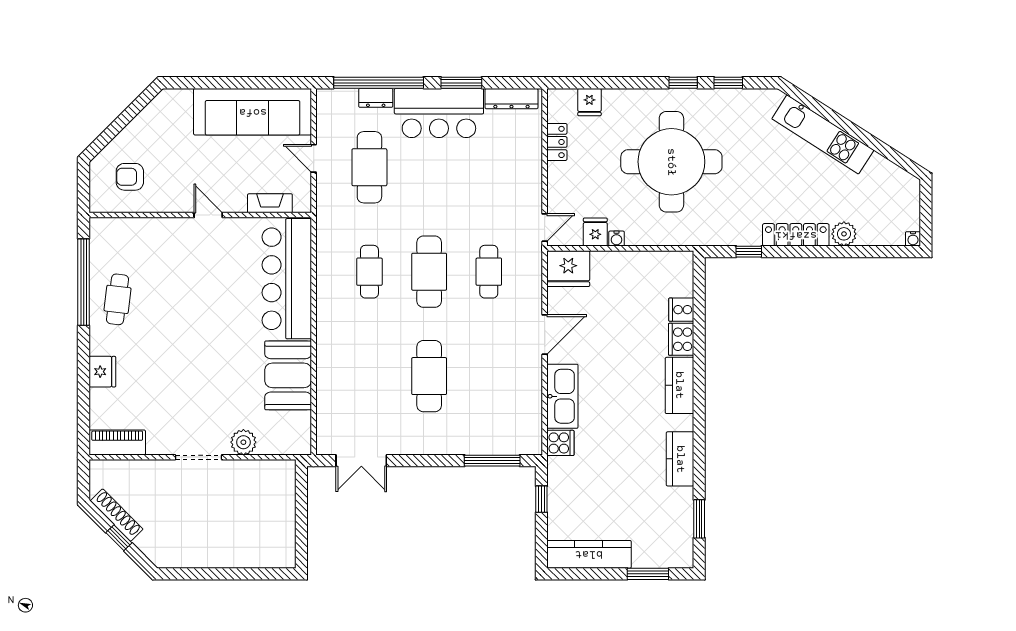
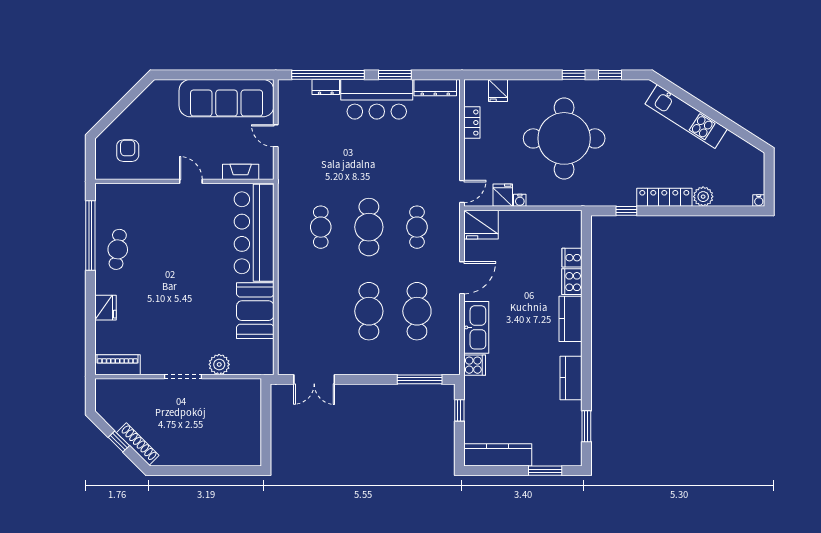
cafe table: (369, 167) -> (417, 311), moved
armchair: (130, 177) -> (128, 151), turned 90
shoe rack: (117, 515) -> (138, 444), moved

